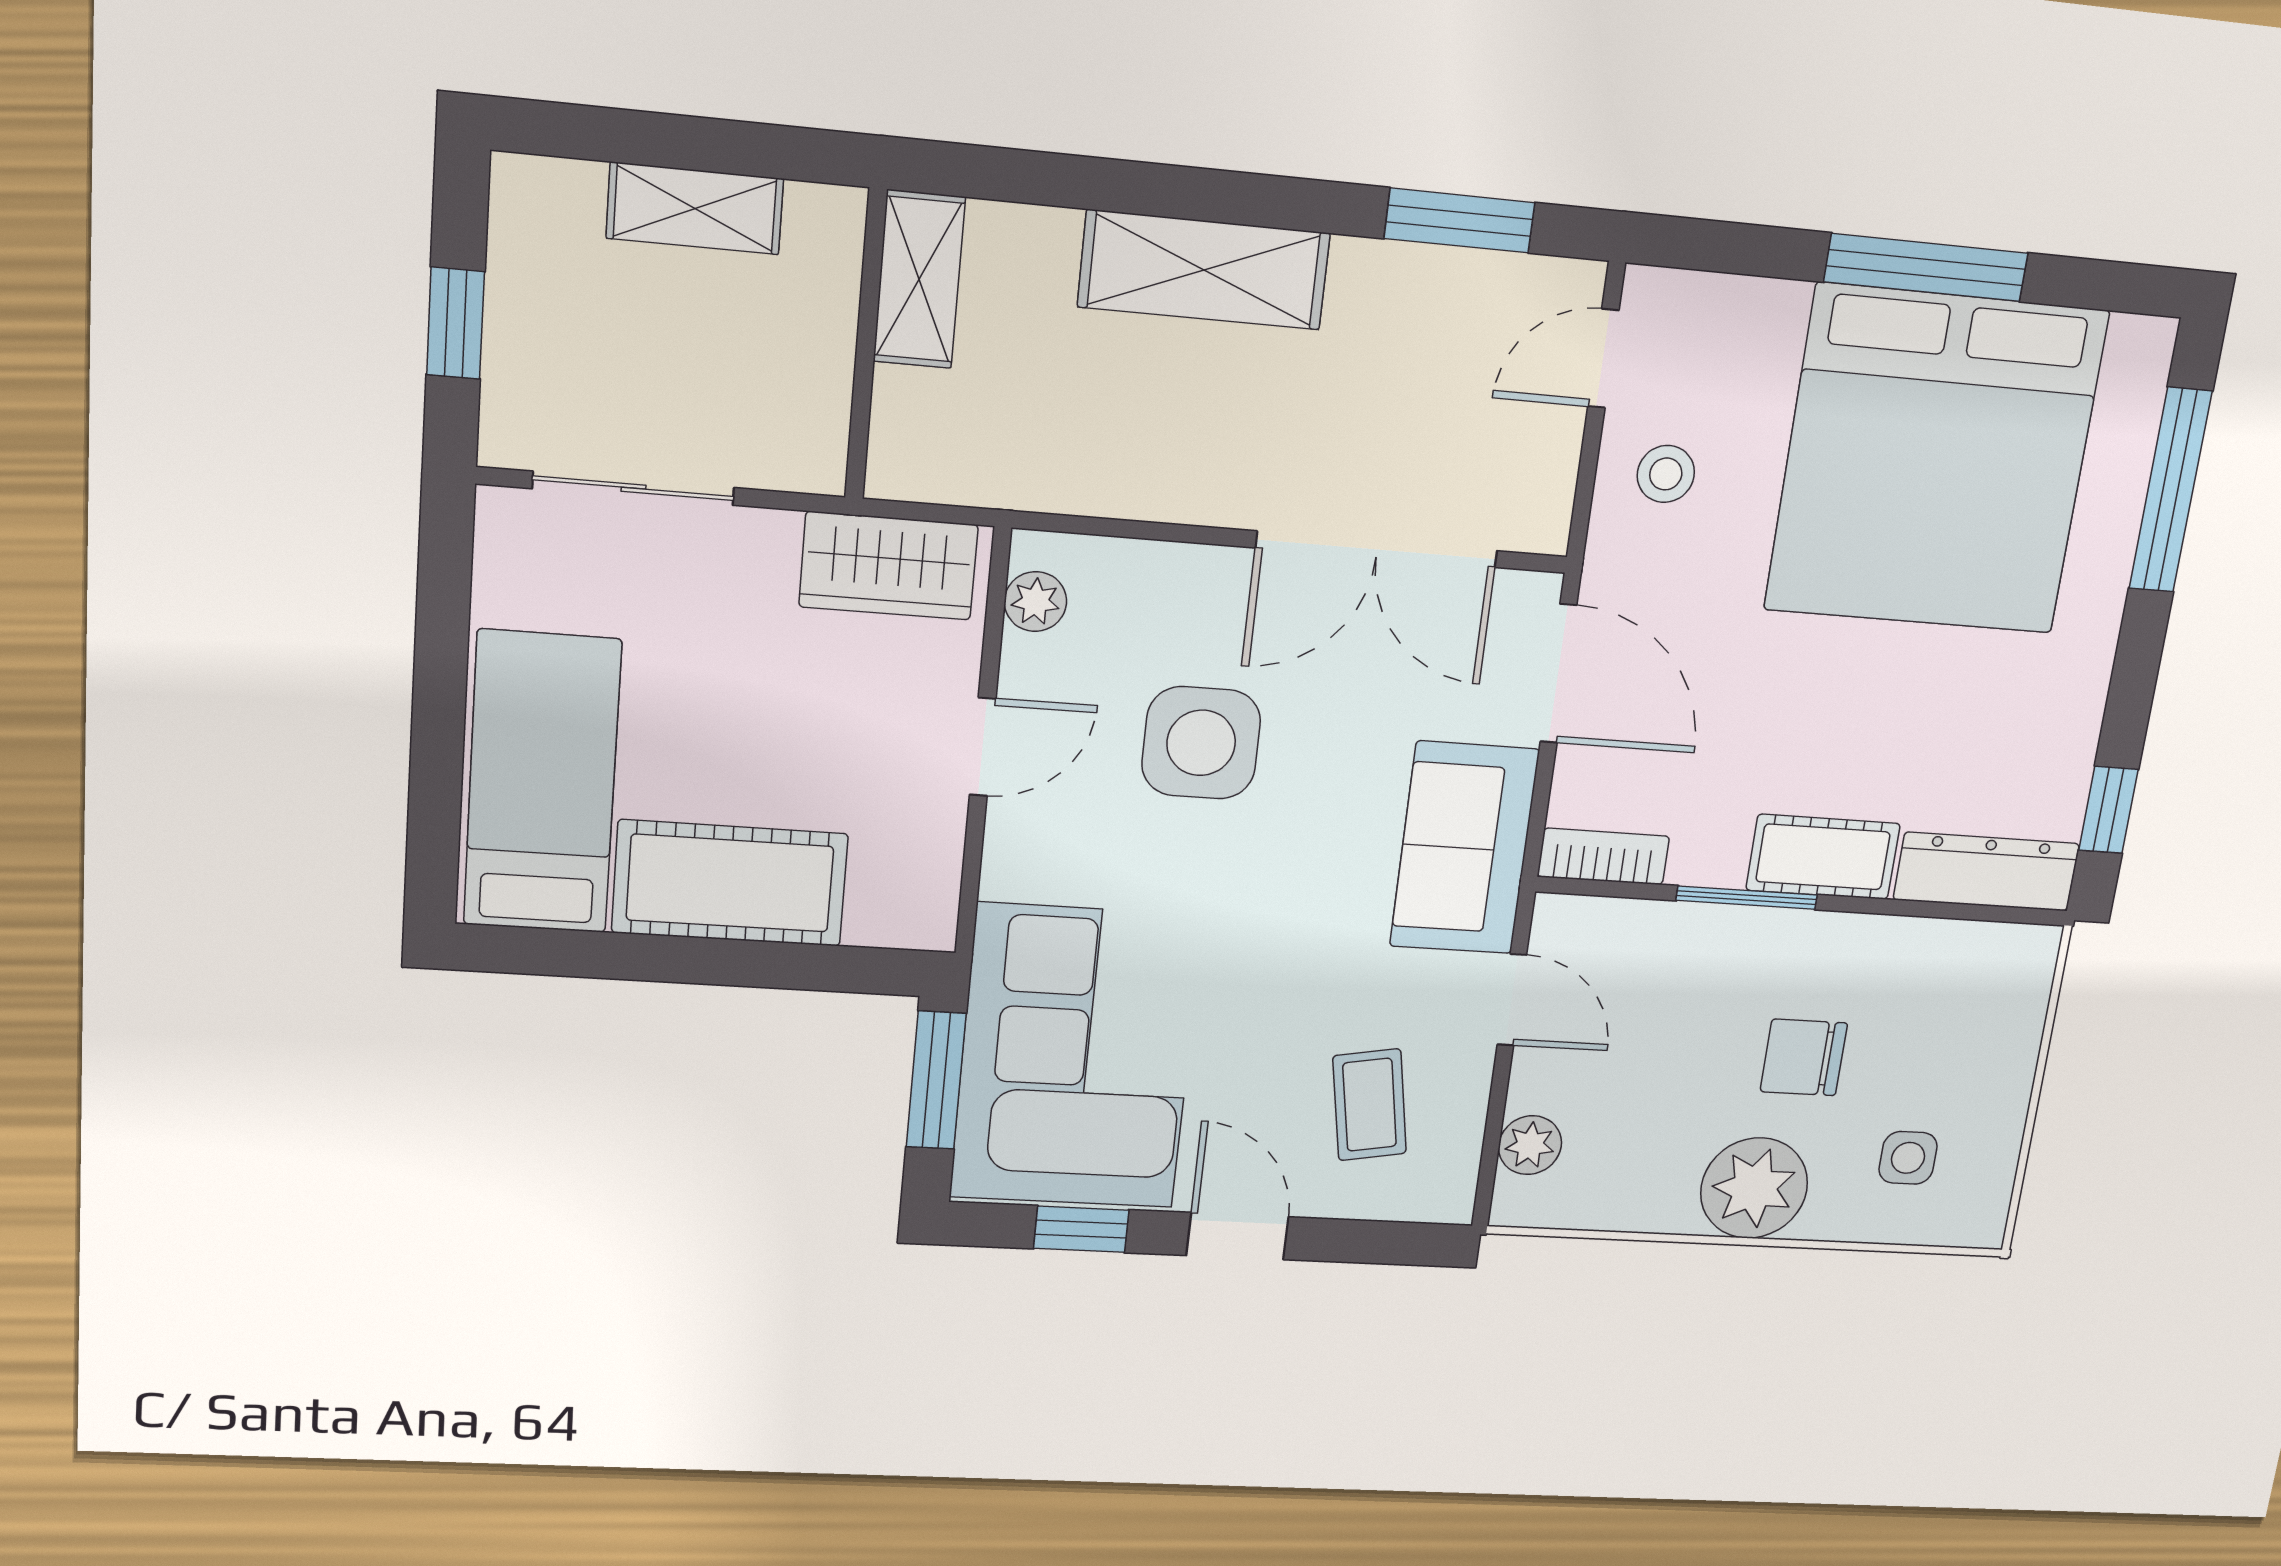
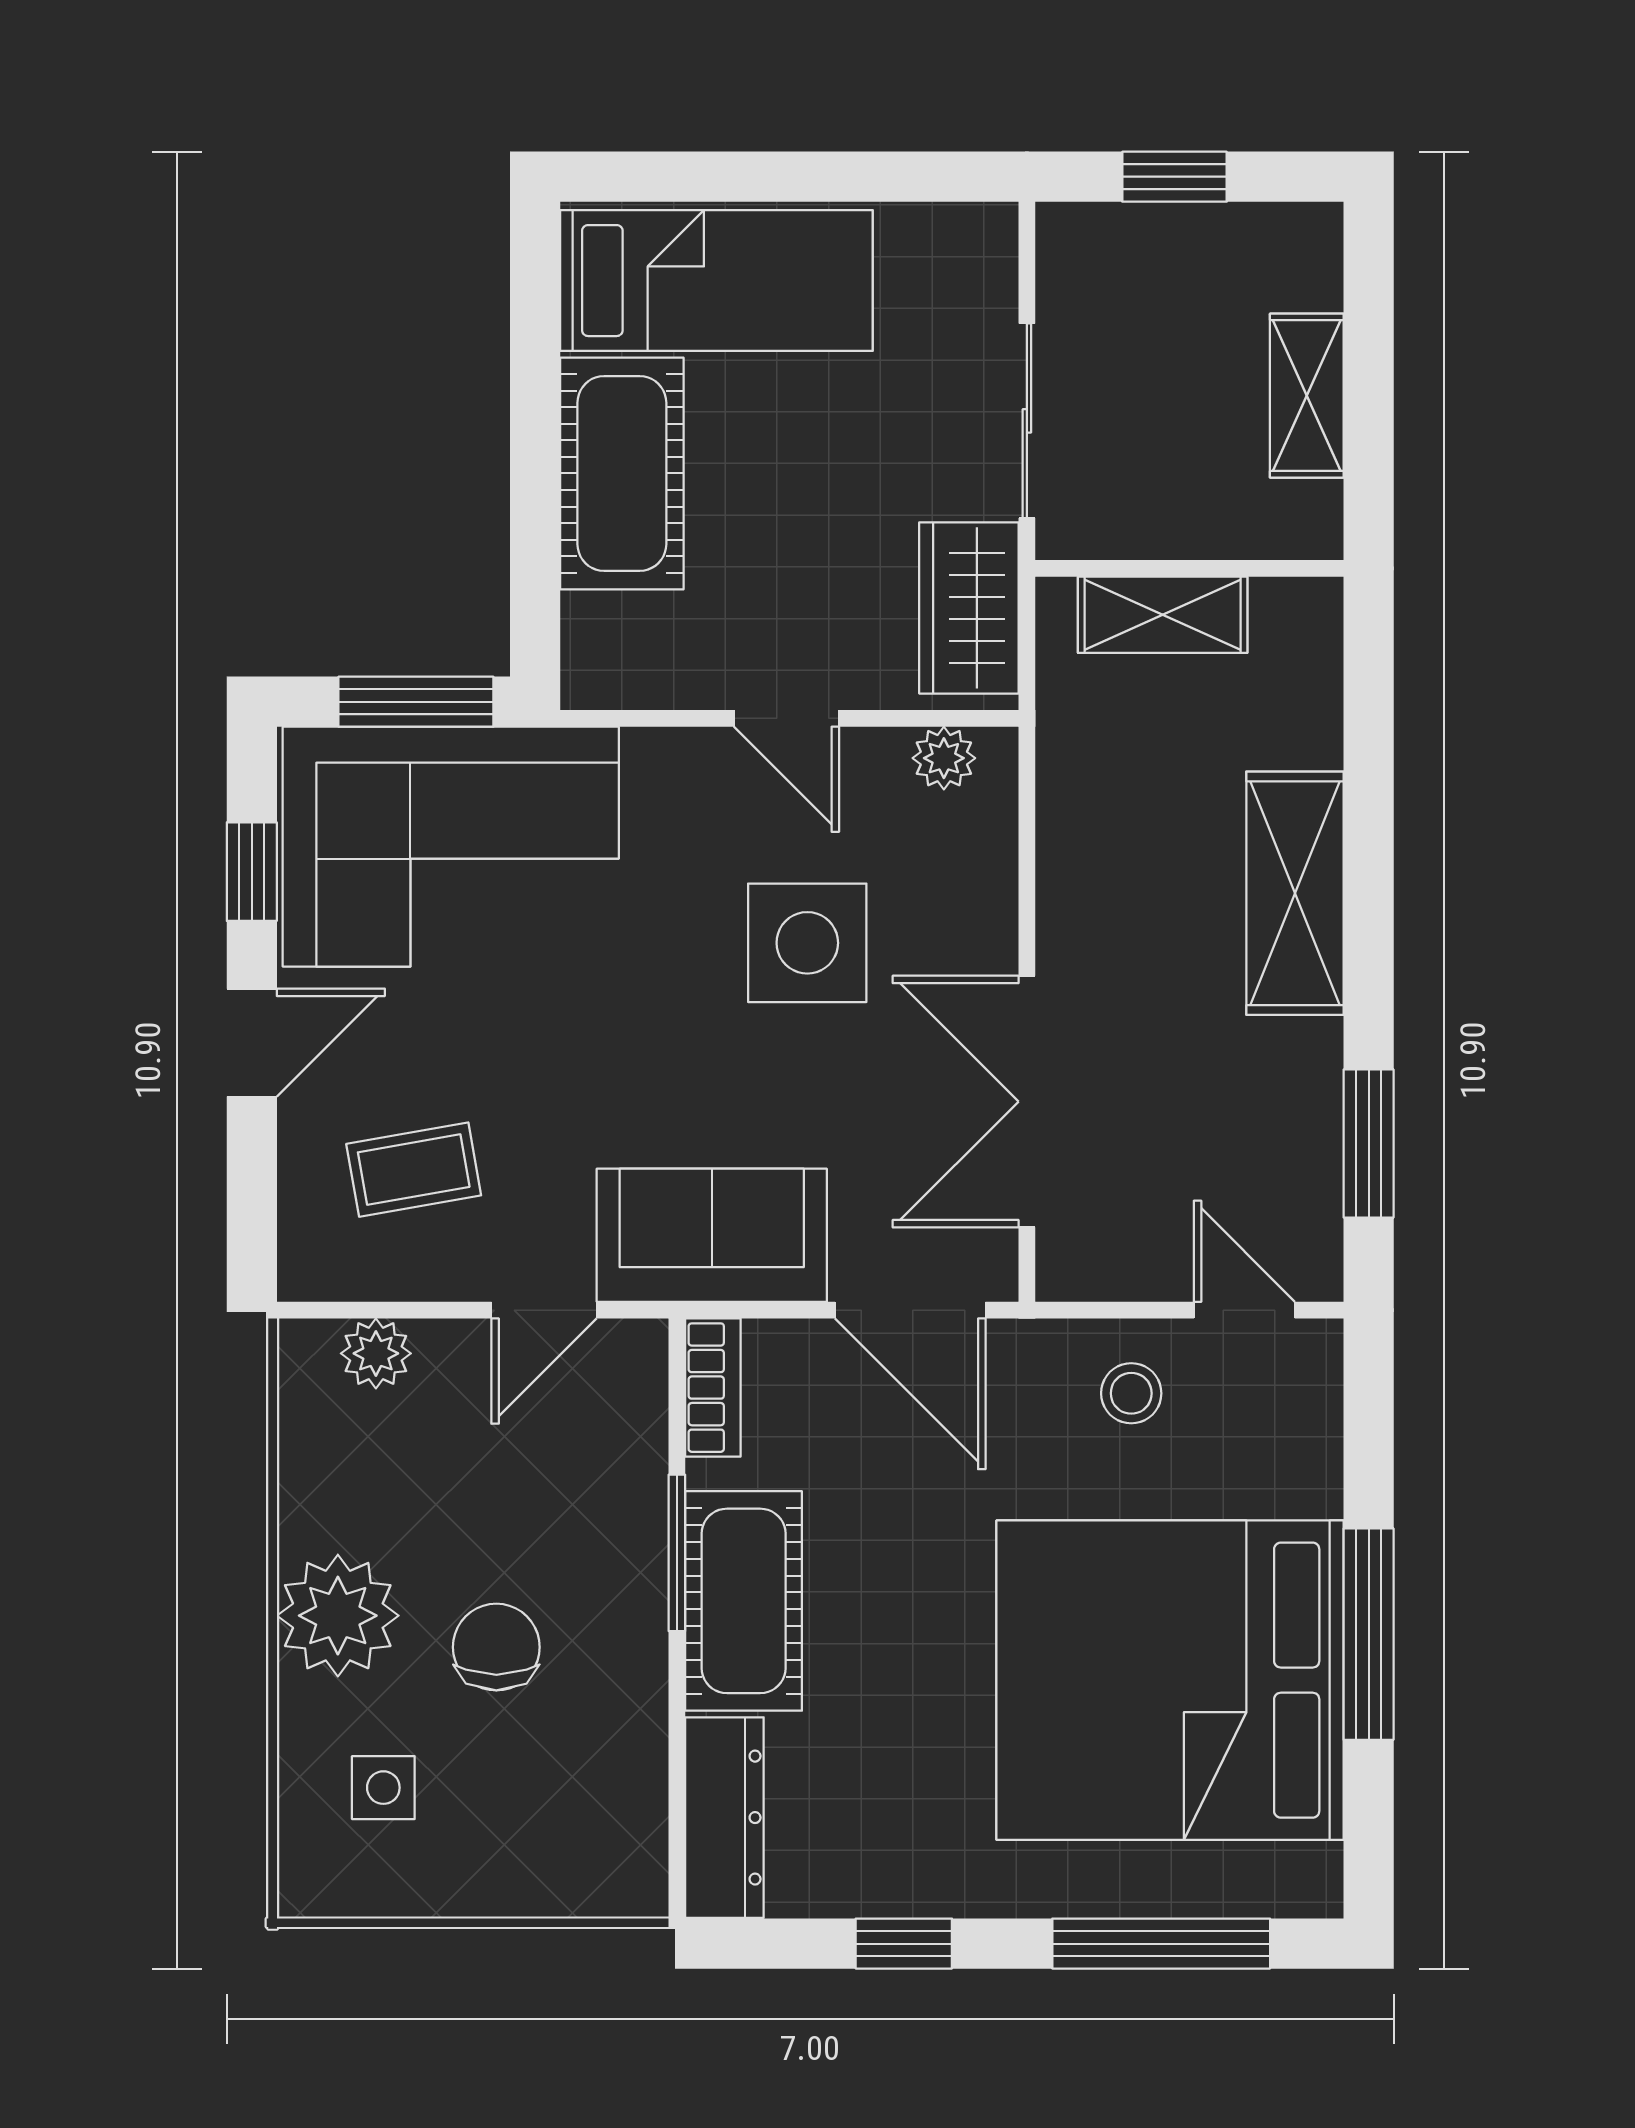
shelving: (919, 279) -> (1163, 615), moved
sliding door: (633, 488) -> (1027, 421), moved
door: (1558, 674) -> (910, 1310), hinge flipped
window: (2108, 810) -> (904, 1944), moved
cot: (1823, 857) -> (744, 1601), width x1.37, depth x1.34

